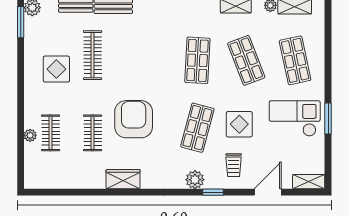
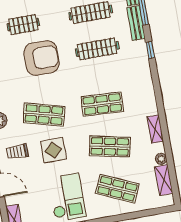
clothes rail: (135, 55) -> (97, 49), added
shop shelf: (246, 60) -> (110, 146), turned 33
shop shelf: (295, 60) -> (117, 189), turned 36

